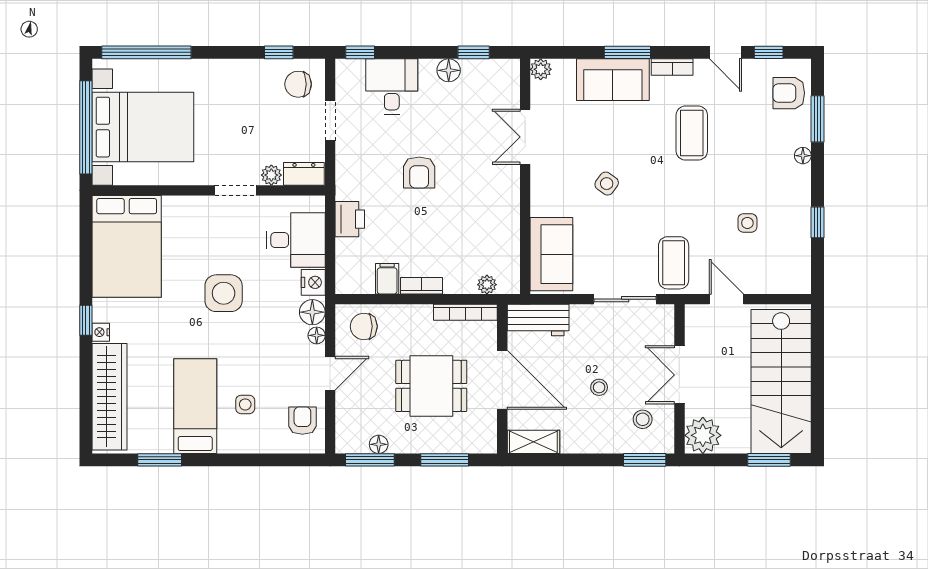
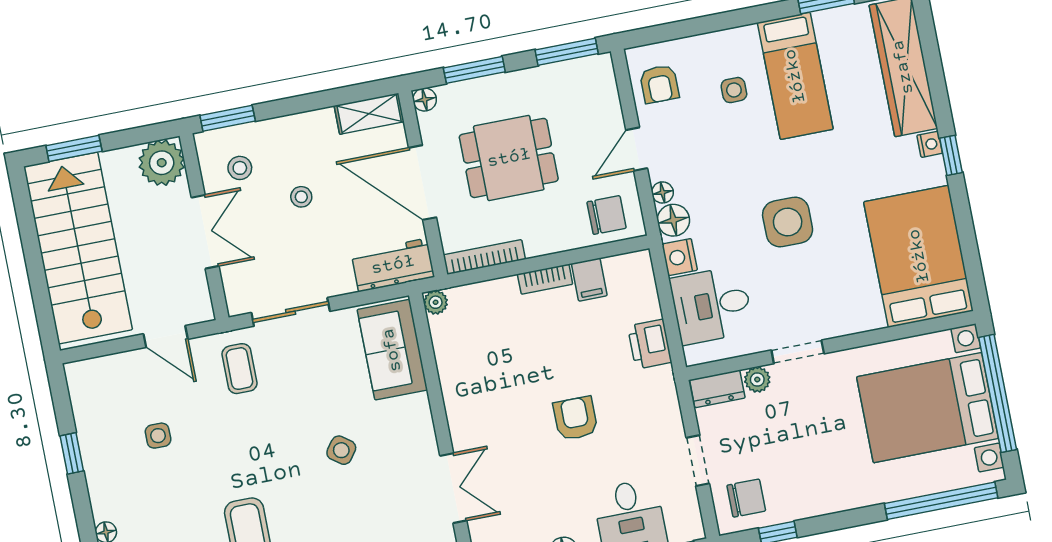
coffee table: (674, 263) -> (239, 369), width x0.73, depth x0.77
plant: (487, 285) -> (436, 302), moved
floor lamp: (379, 444) -> (425, 100), moved

